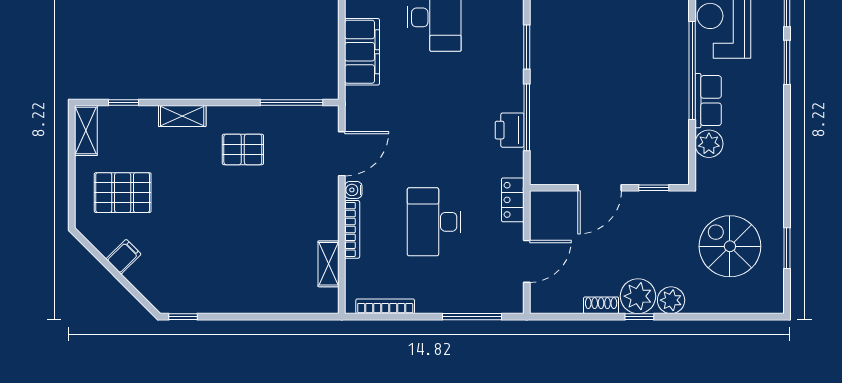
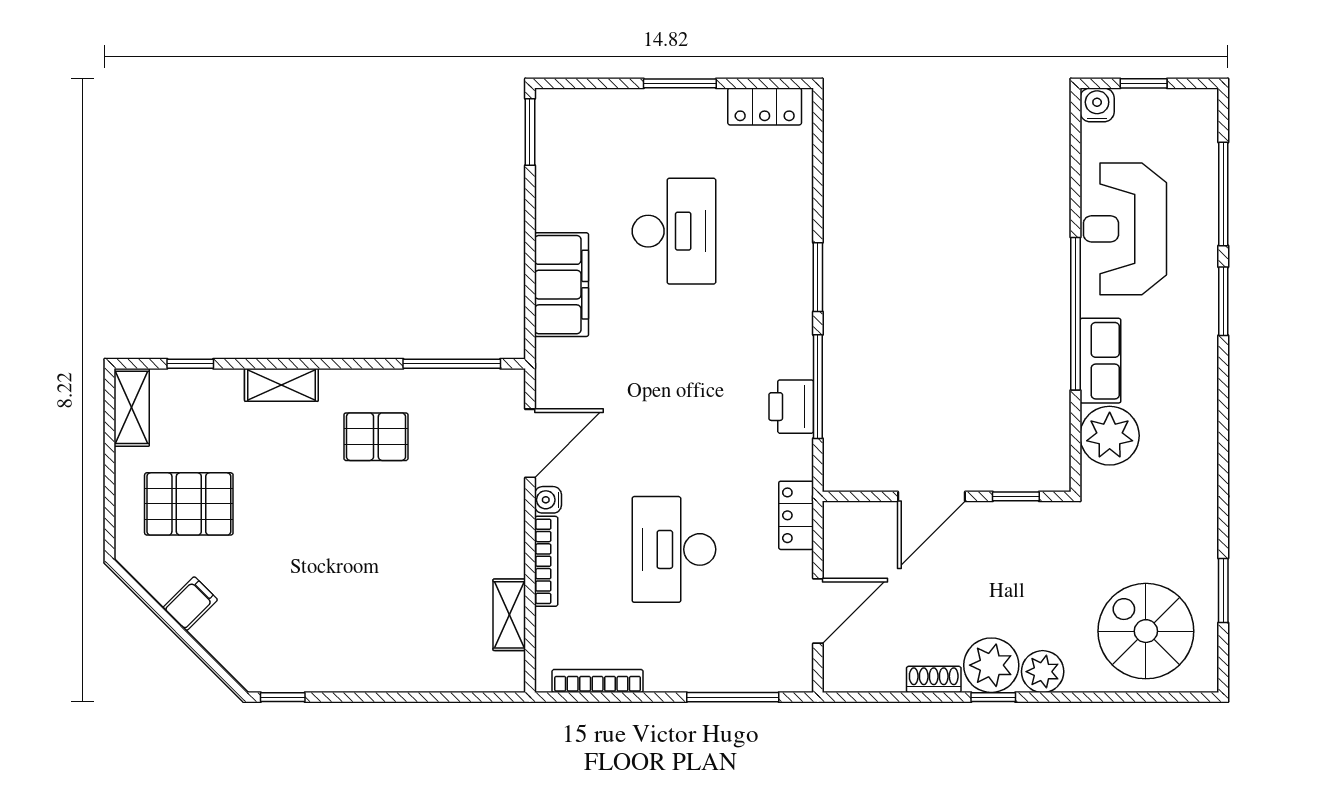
plant: (709, 144) -> (1110, 436), width x1.36, depth x1.36
spiral stairs: (730, 246) -> (1146, 631), moved

